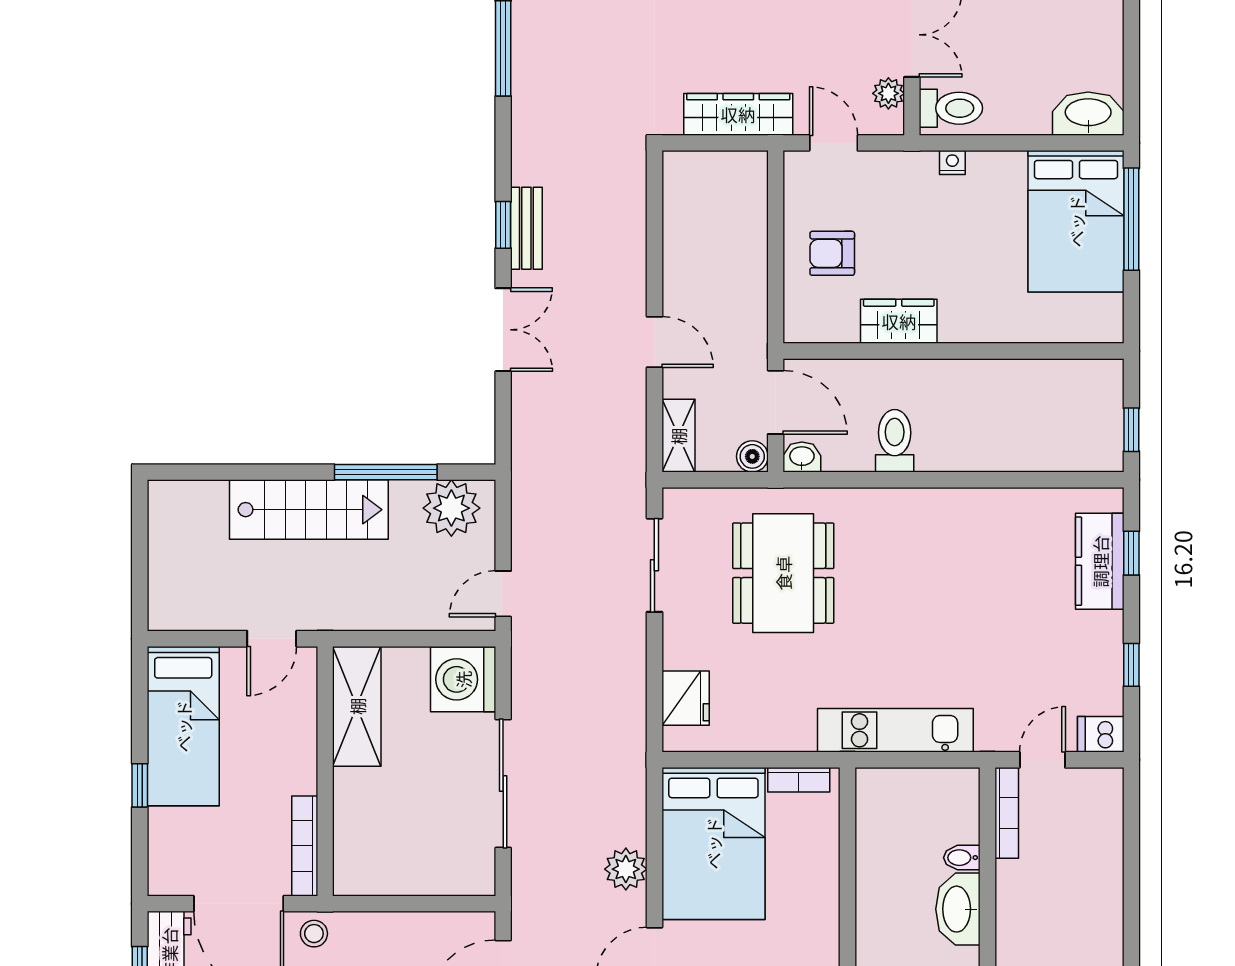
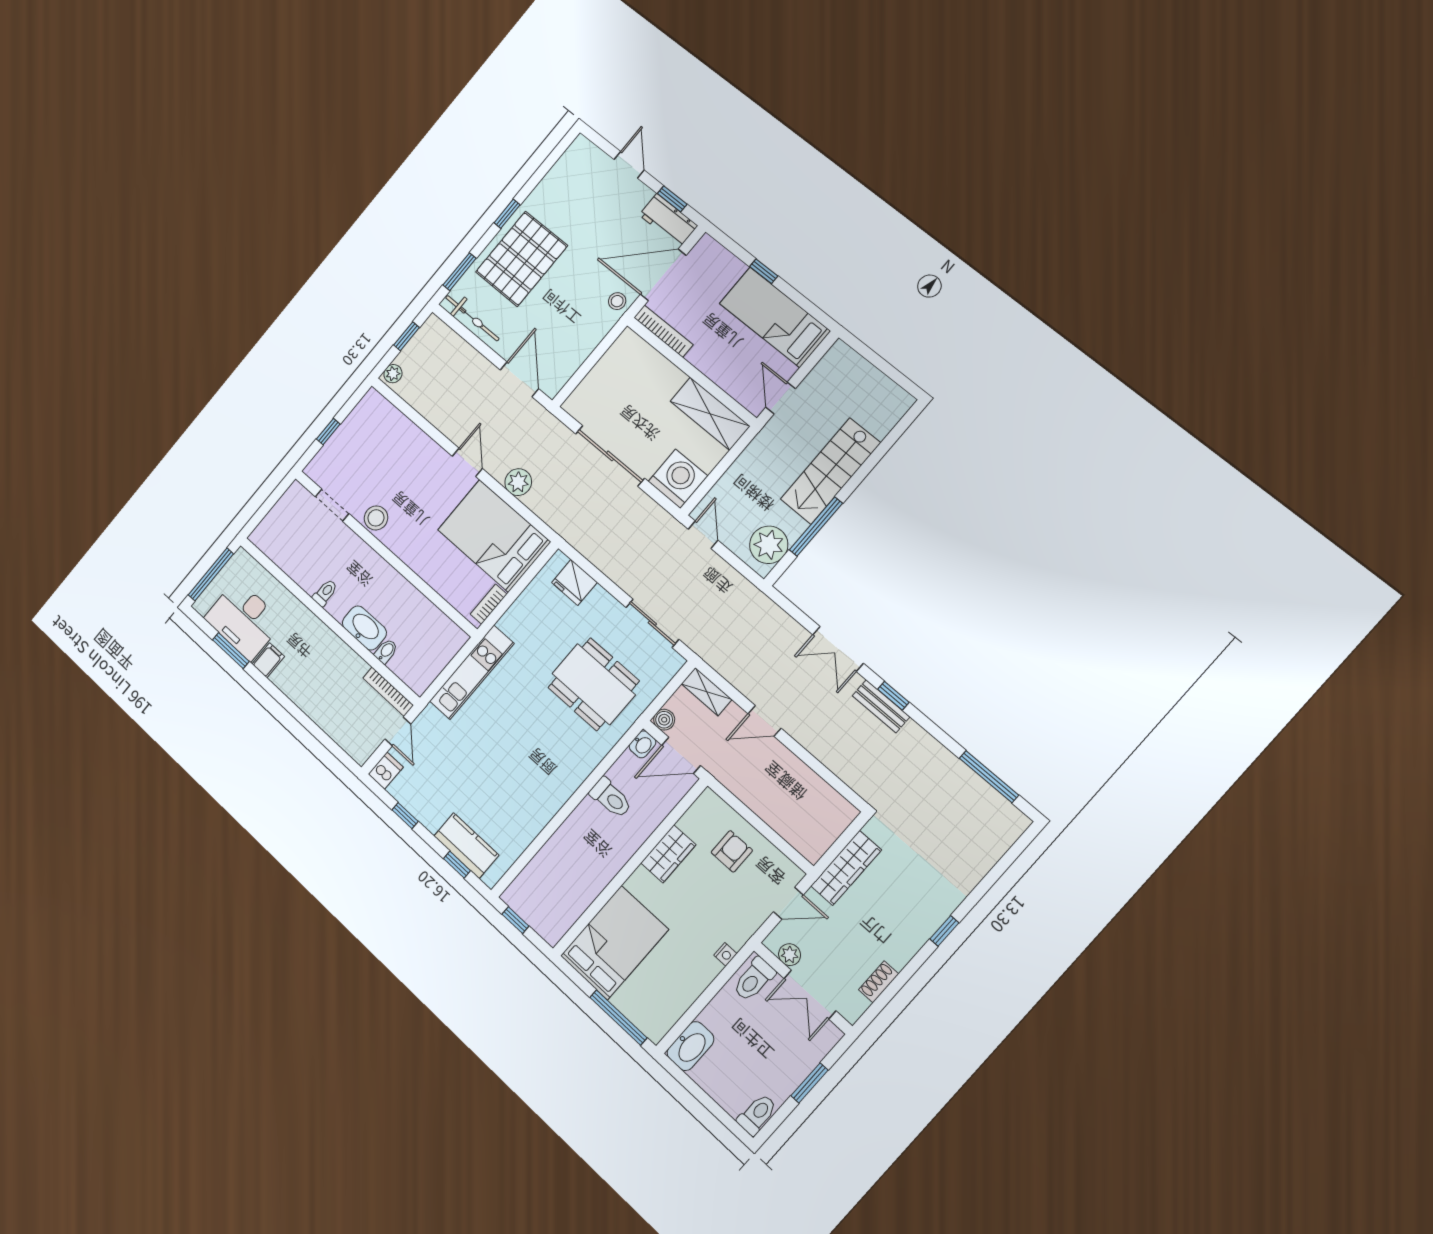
bed: (1076, 221) -> (614, 943), moved, turned 90

